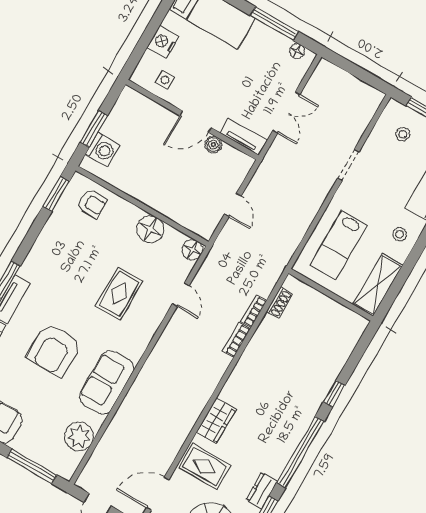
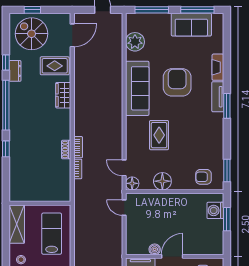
door: (233, 205) -> (124, 208), moved
door: (181, 295) -> (124, 168), moved
shoe rack: (279, 303) -> (66, 150), moved
sofa: (107, 382) -> (137, 88), width x1.36

